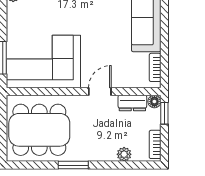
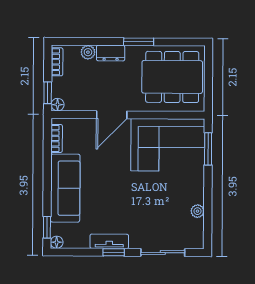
door: (100, 91) -> (112, 115), width x1.38
dresser: (132, 103) -> (111, 53), moved, turned 180

